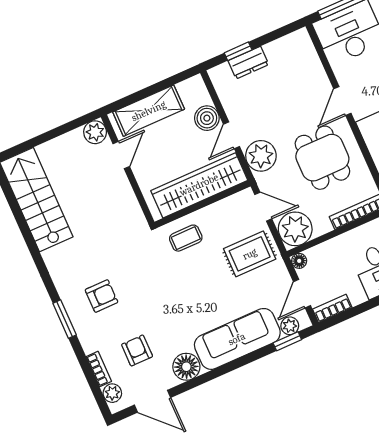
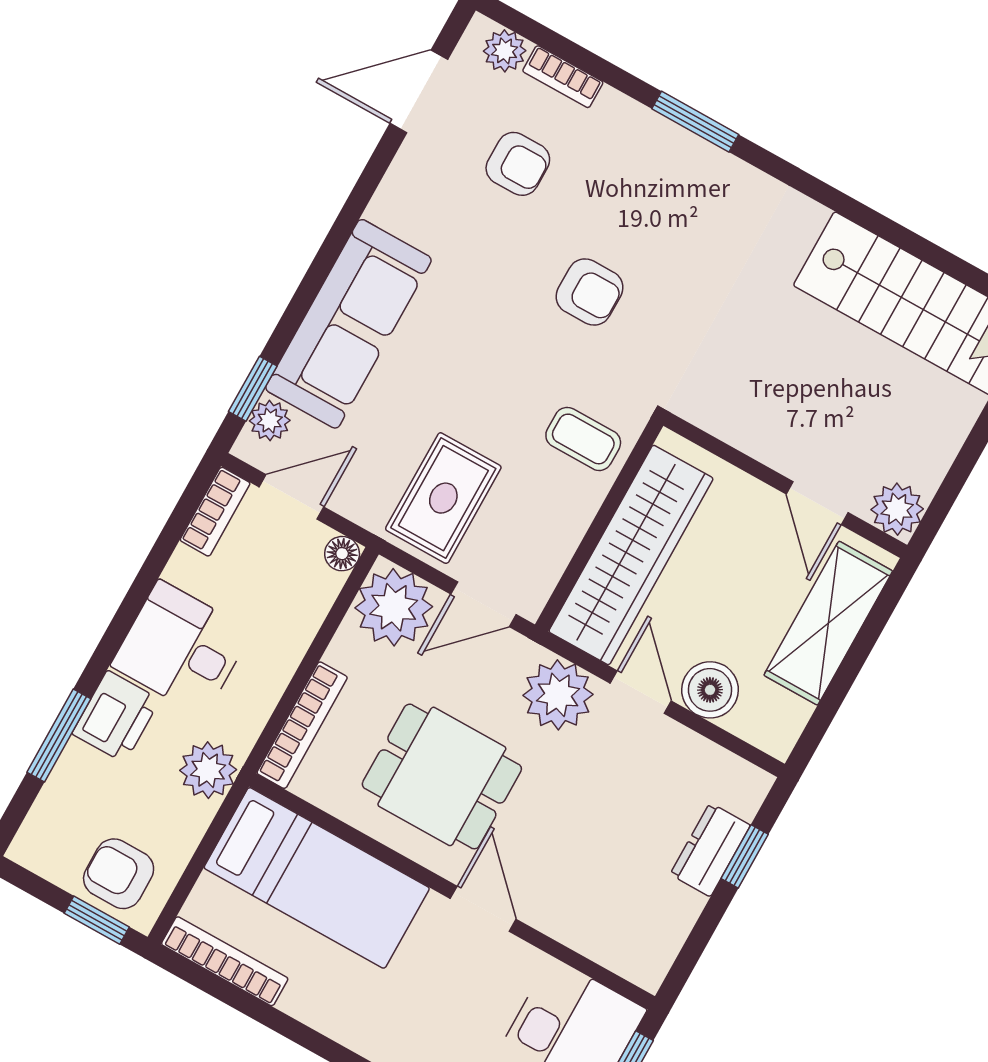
coffee table: (186, 238) -> (583, 439), turned 90
door: (302, 294) -> (292, 497), hinge flipped
armchair: (101, 296) -> (590, 292), moved, turned -90
floor lamp: (186, 367) -> (404, 202), removed

